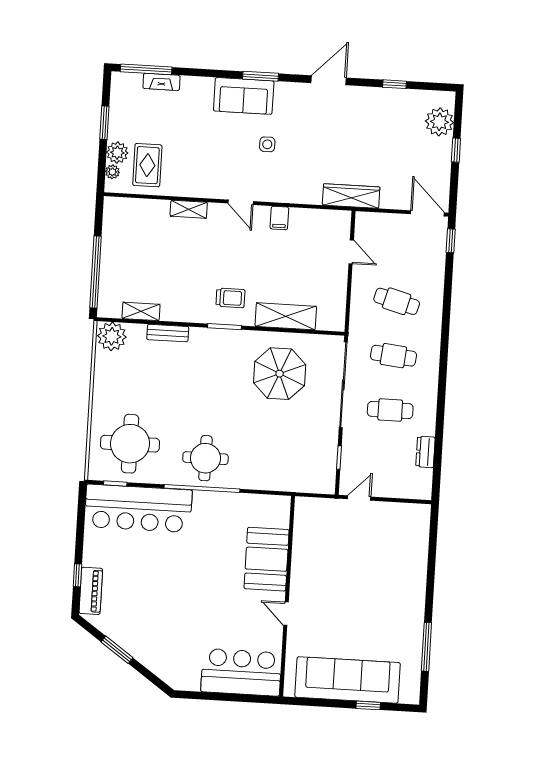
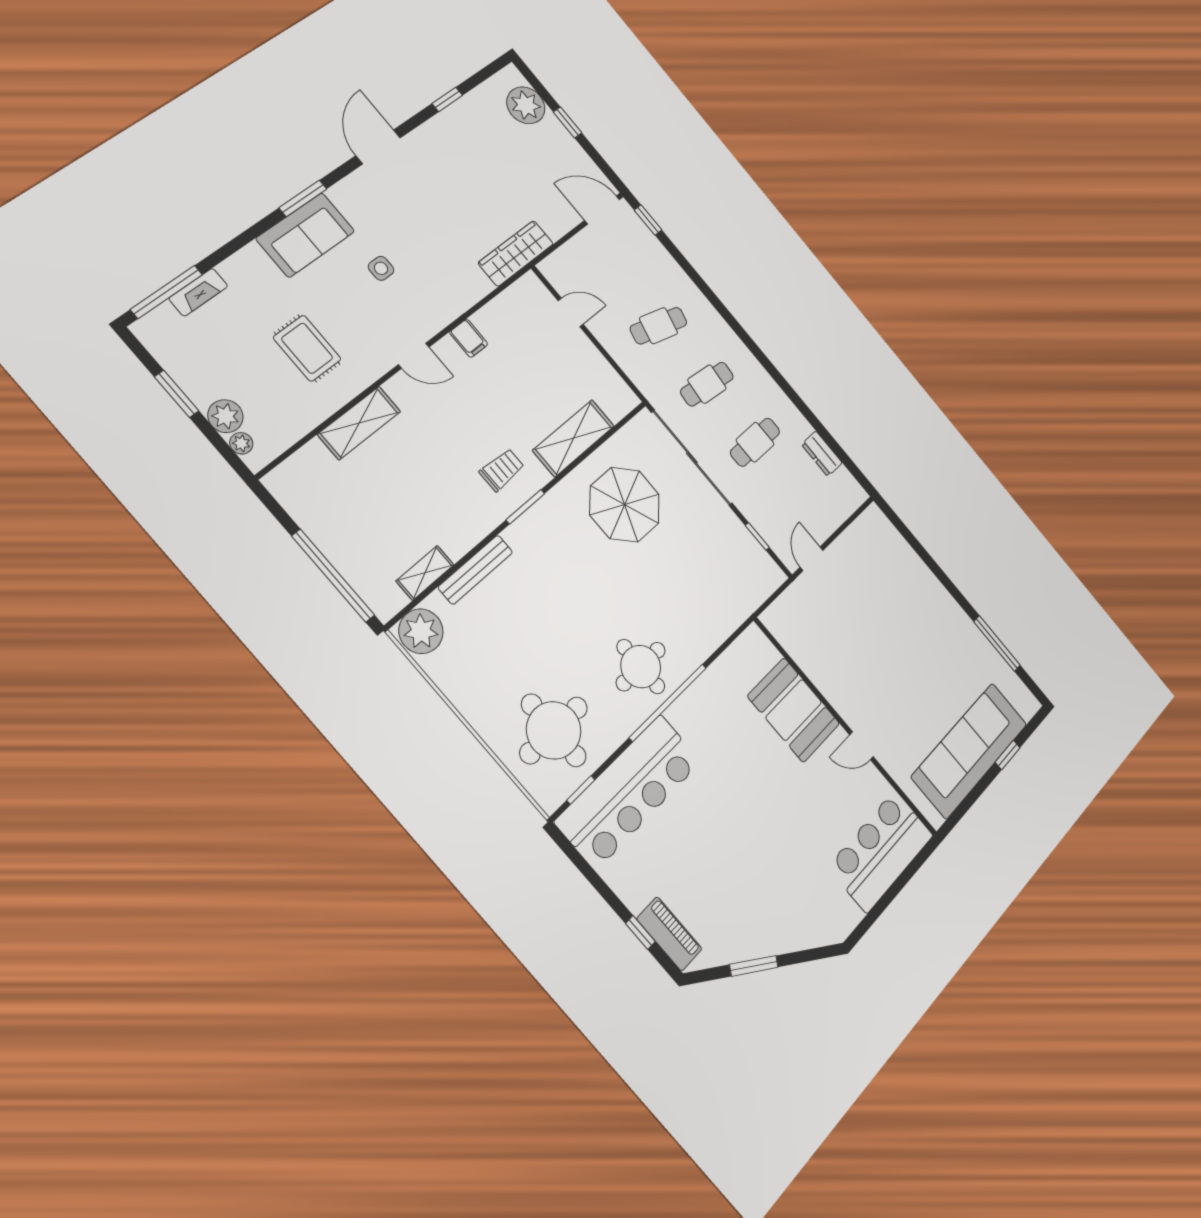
rug: (147, 165) -> (307, 348), moved
shelving: (189, 209) -> (359, 423), width x1.50, depth x1.33
bench: (168, 333) -> (476, 570), width x1.36

